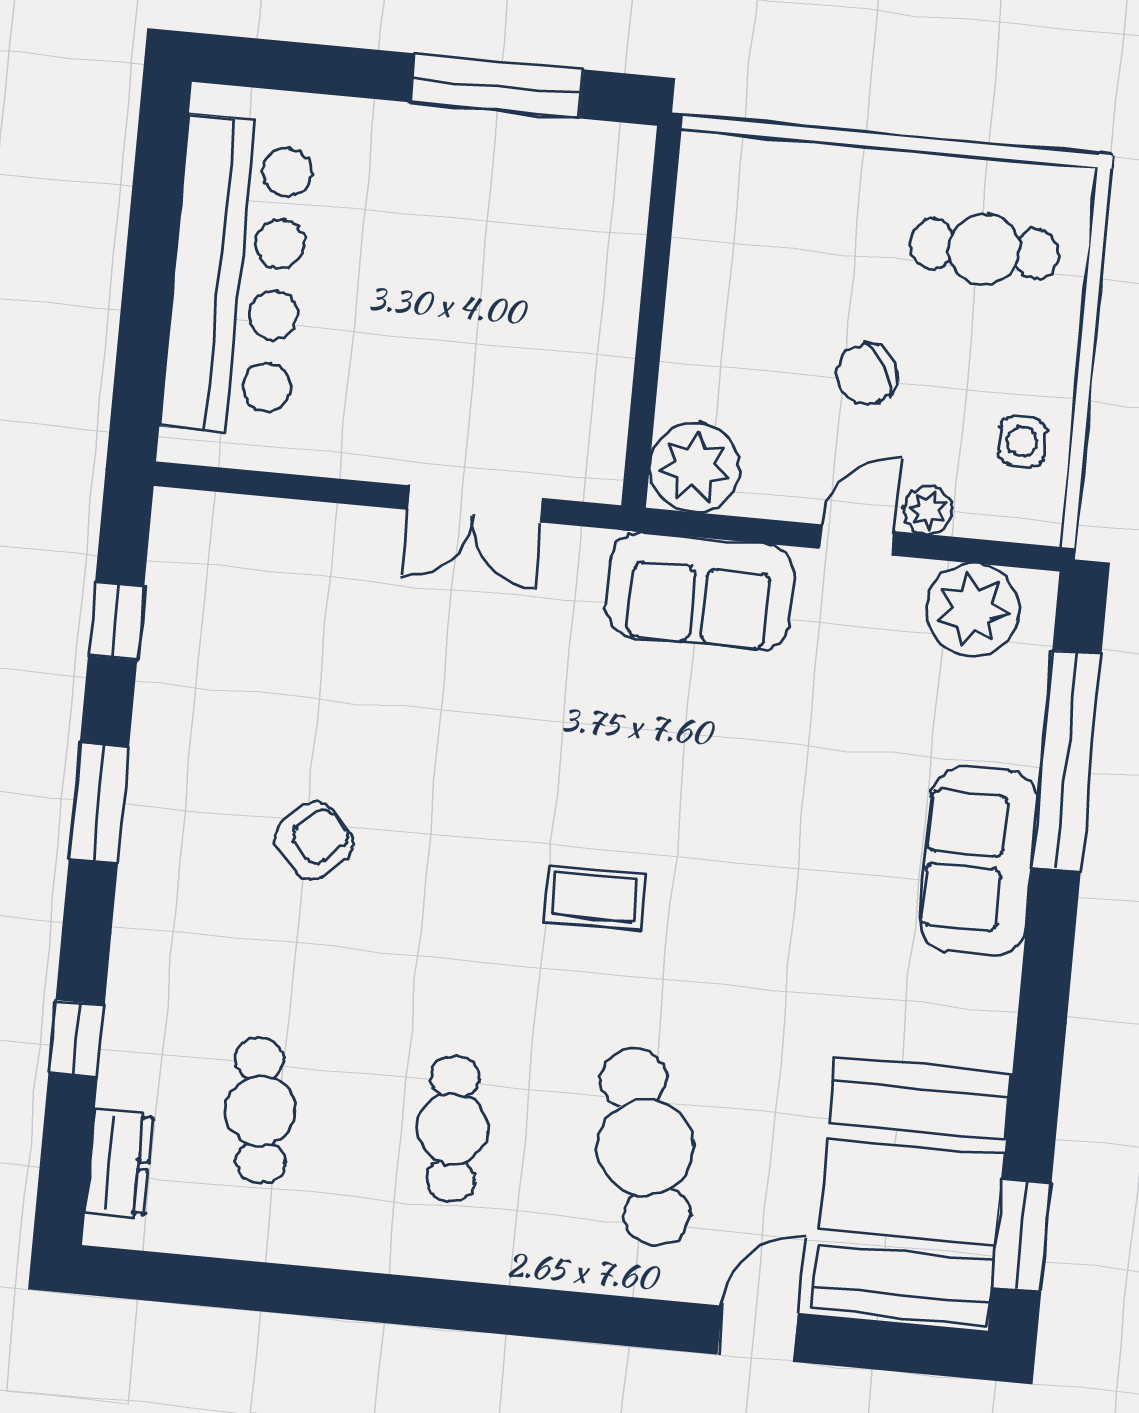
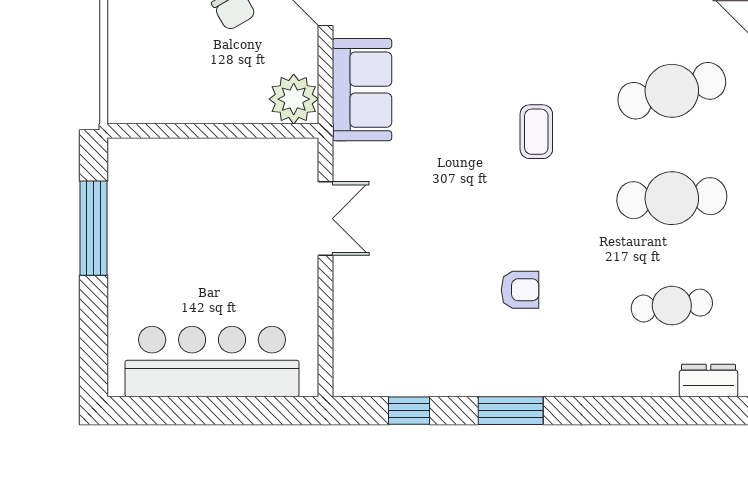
armchair: (314, 841) -> (520, 290), turned 131
window: (77, 1039) -> (642, 411), removed
cafe table: (453, 1129) -> (672, 198), width x1.37, depth x1.35

